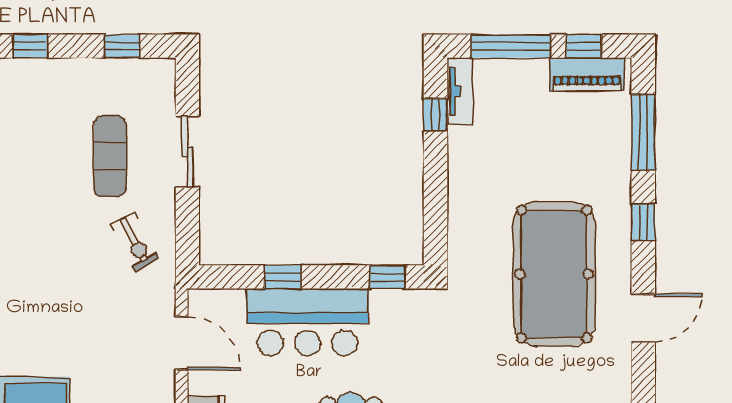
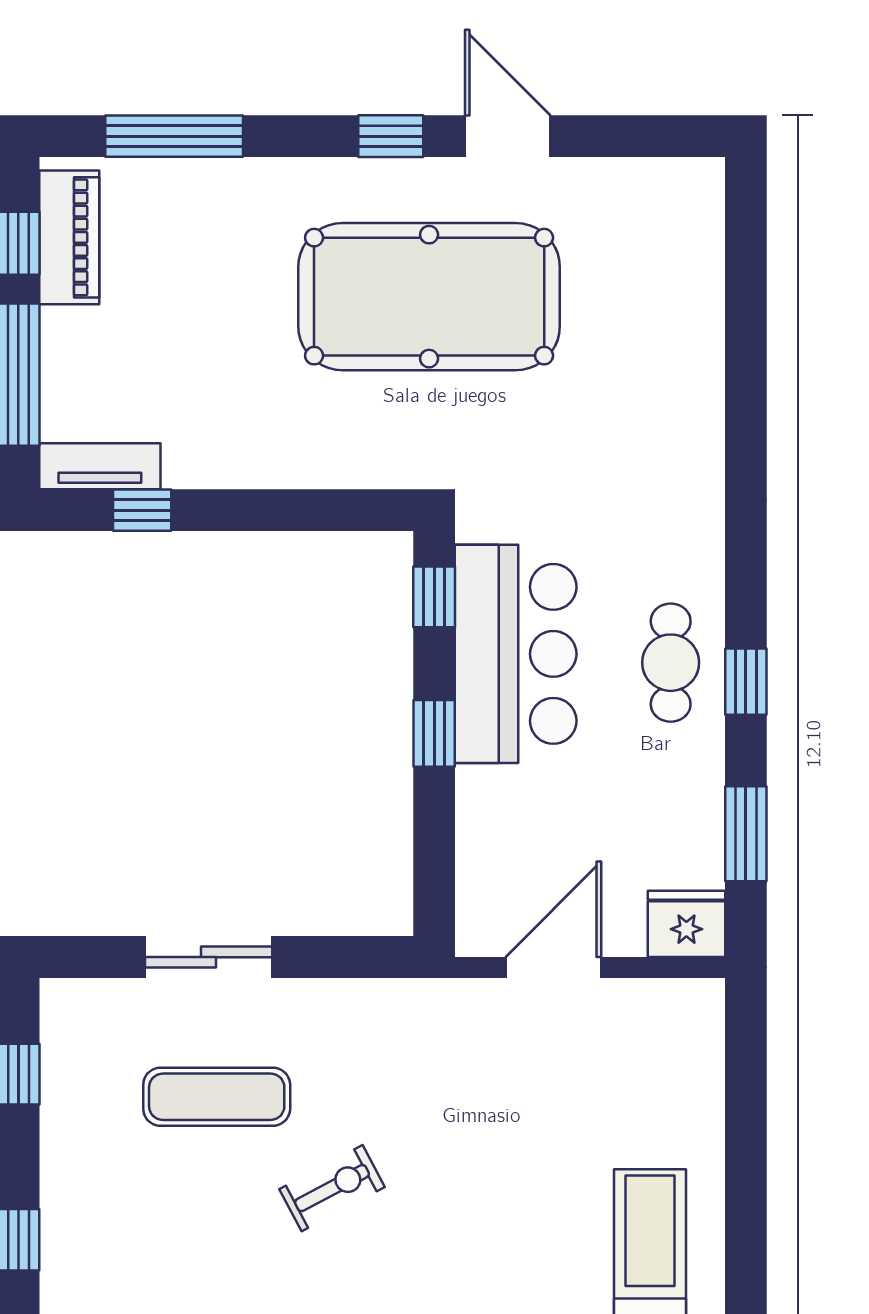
window: (643, 223) -> (391, 136), moved
exercise bike: (135, 242) -> (332, 1188), moved
window: (283, 277) -> (434, 733), moved
bar counter: (308, 322) -> (516, 654), moved

